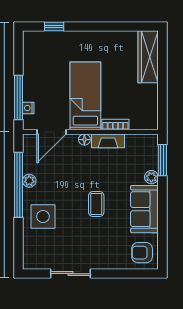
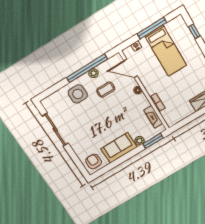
bed: (85, 96) -> (166, 51), moved, turned 90
window: (18, 98) -> (152, 28), moved
fireplace: (108, 141) -> (153, 117), moved
coffee table: (96, 204) -> (106, 90), moved
sliding door: (70, 274) -> (55, 130), width x1.37

